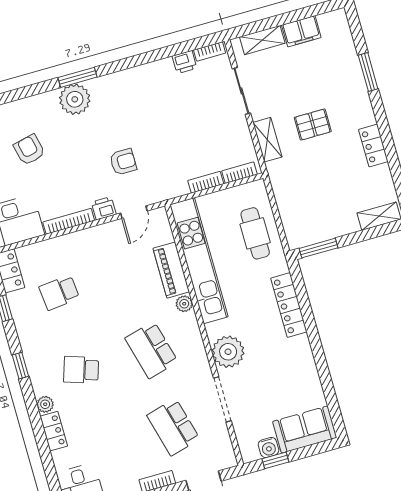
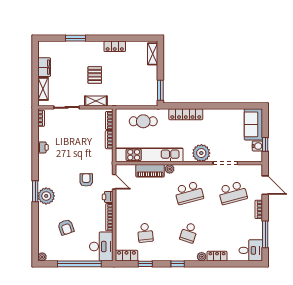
printer: (184, 62) -> (43, 147), moved
armchair: (29, 150) -> (66, 227), turned -96

